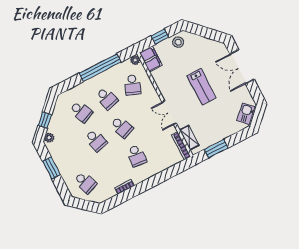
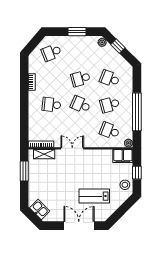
lab bench: (202, 87) -> (94, 196), moved
school desk: (81, 112) -> (110, 79), turned 45
school desk: (122, 127) -> (81, 105), turned 45

